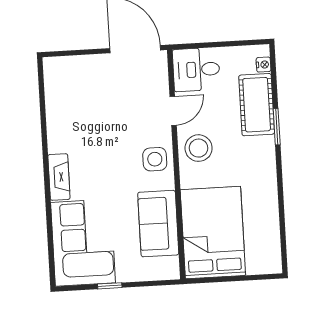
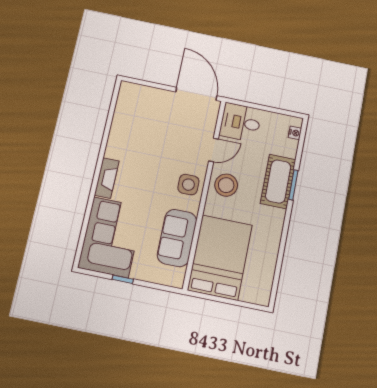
cot: (257, 105) -> (278, 181), moved

